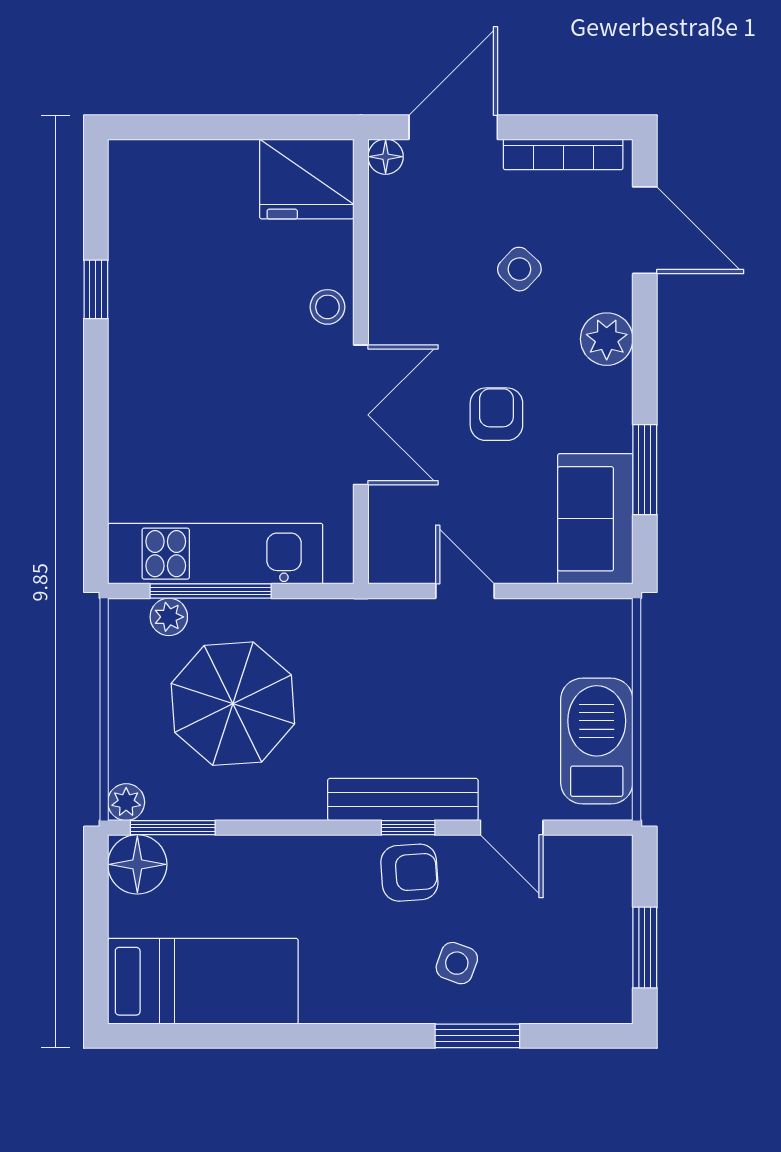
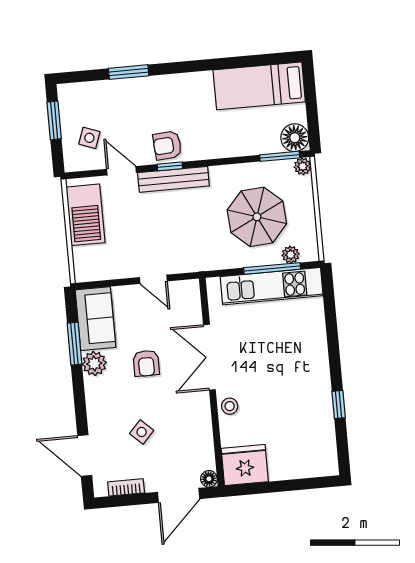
bookcase: (563, 154) -> (126, 487), width x0.64
plant: (607, 339) -> (94, 364), moved
side table: (457, 963) -> (89, 138), moved

